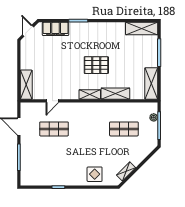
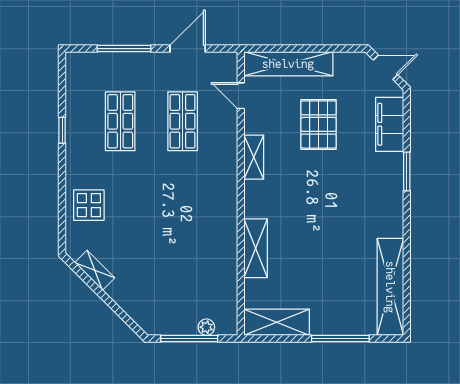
shelving: (142, 28) -> (390, 287), width x1.47
pallet: (96, 65) -> (319, 124), moved
shelving: (26, 85) -> (288, 64), width x1.47
shelving: (90, 95) -> (254, 157), moved
door: (52, 101) -> (241, 96), moved
shop shelf: (124, 129) -> (120, 121), moved

